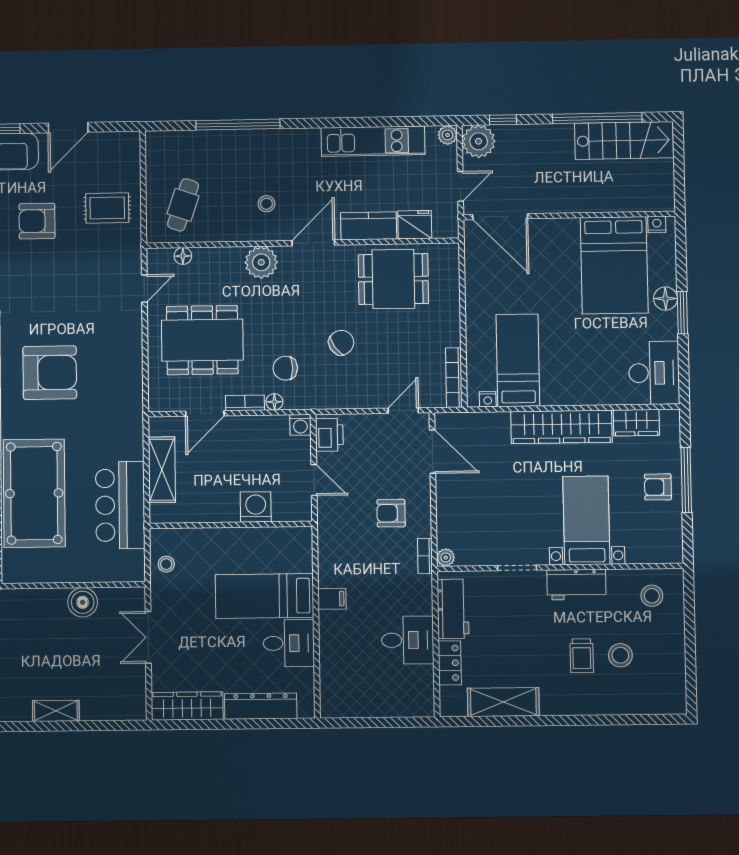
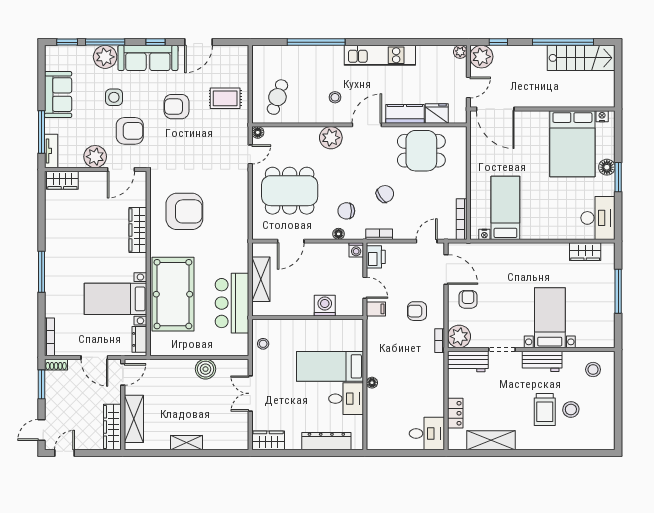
kitchen unit: (373, 141) -> (380, 55), moved
floor lamp: (183, 256) -> (258, 132), moved
bookcase: (245, 403) -> (379, 234), moved
wardrobe: (561, 427) -> (534, 254), removed
armchair: (658, 487) -> (468, 299), moved, turned 90
plant: (446, 558) -> (459, 336), width x1.87, depth x1.87
filing cabinet: (332, 599) -> (376, 309), moved
workbench: (453, 609) -> (468, 362), moved, turned 90
floor lamp: (326, 619) -> (372, 383), added
desk: (408, 640) -> (427, 434), moved
trolley: (582, 656) -> (545, 410), width x1.36, depth x1.39
wardrobe: (187, 706) -> (268, 440), width x0.67

